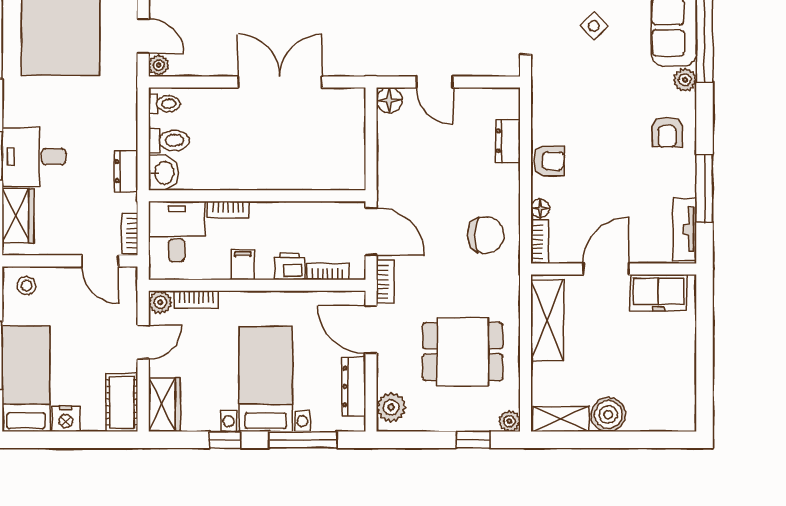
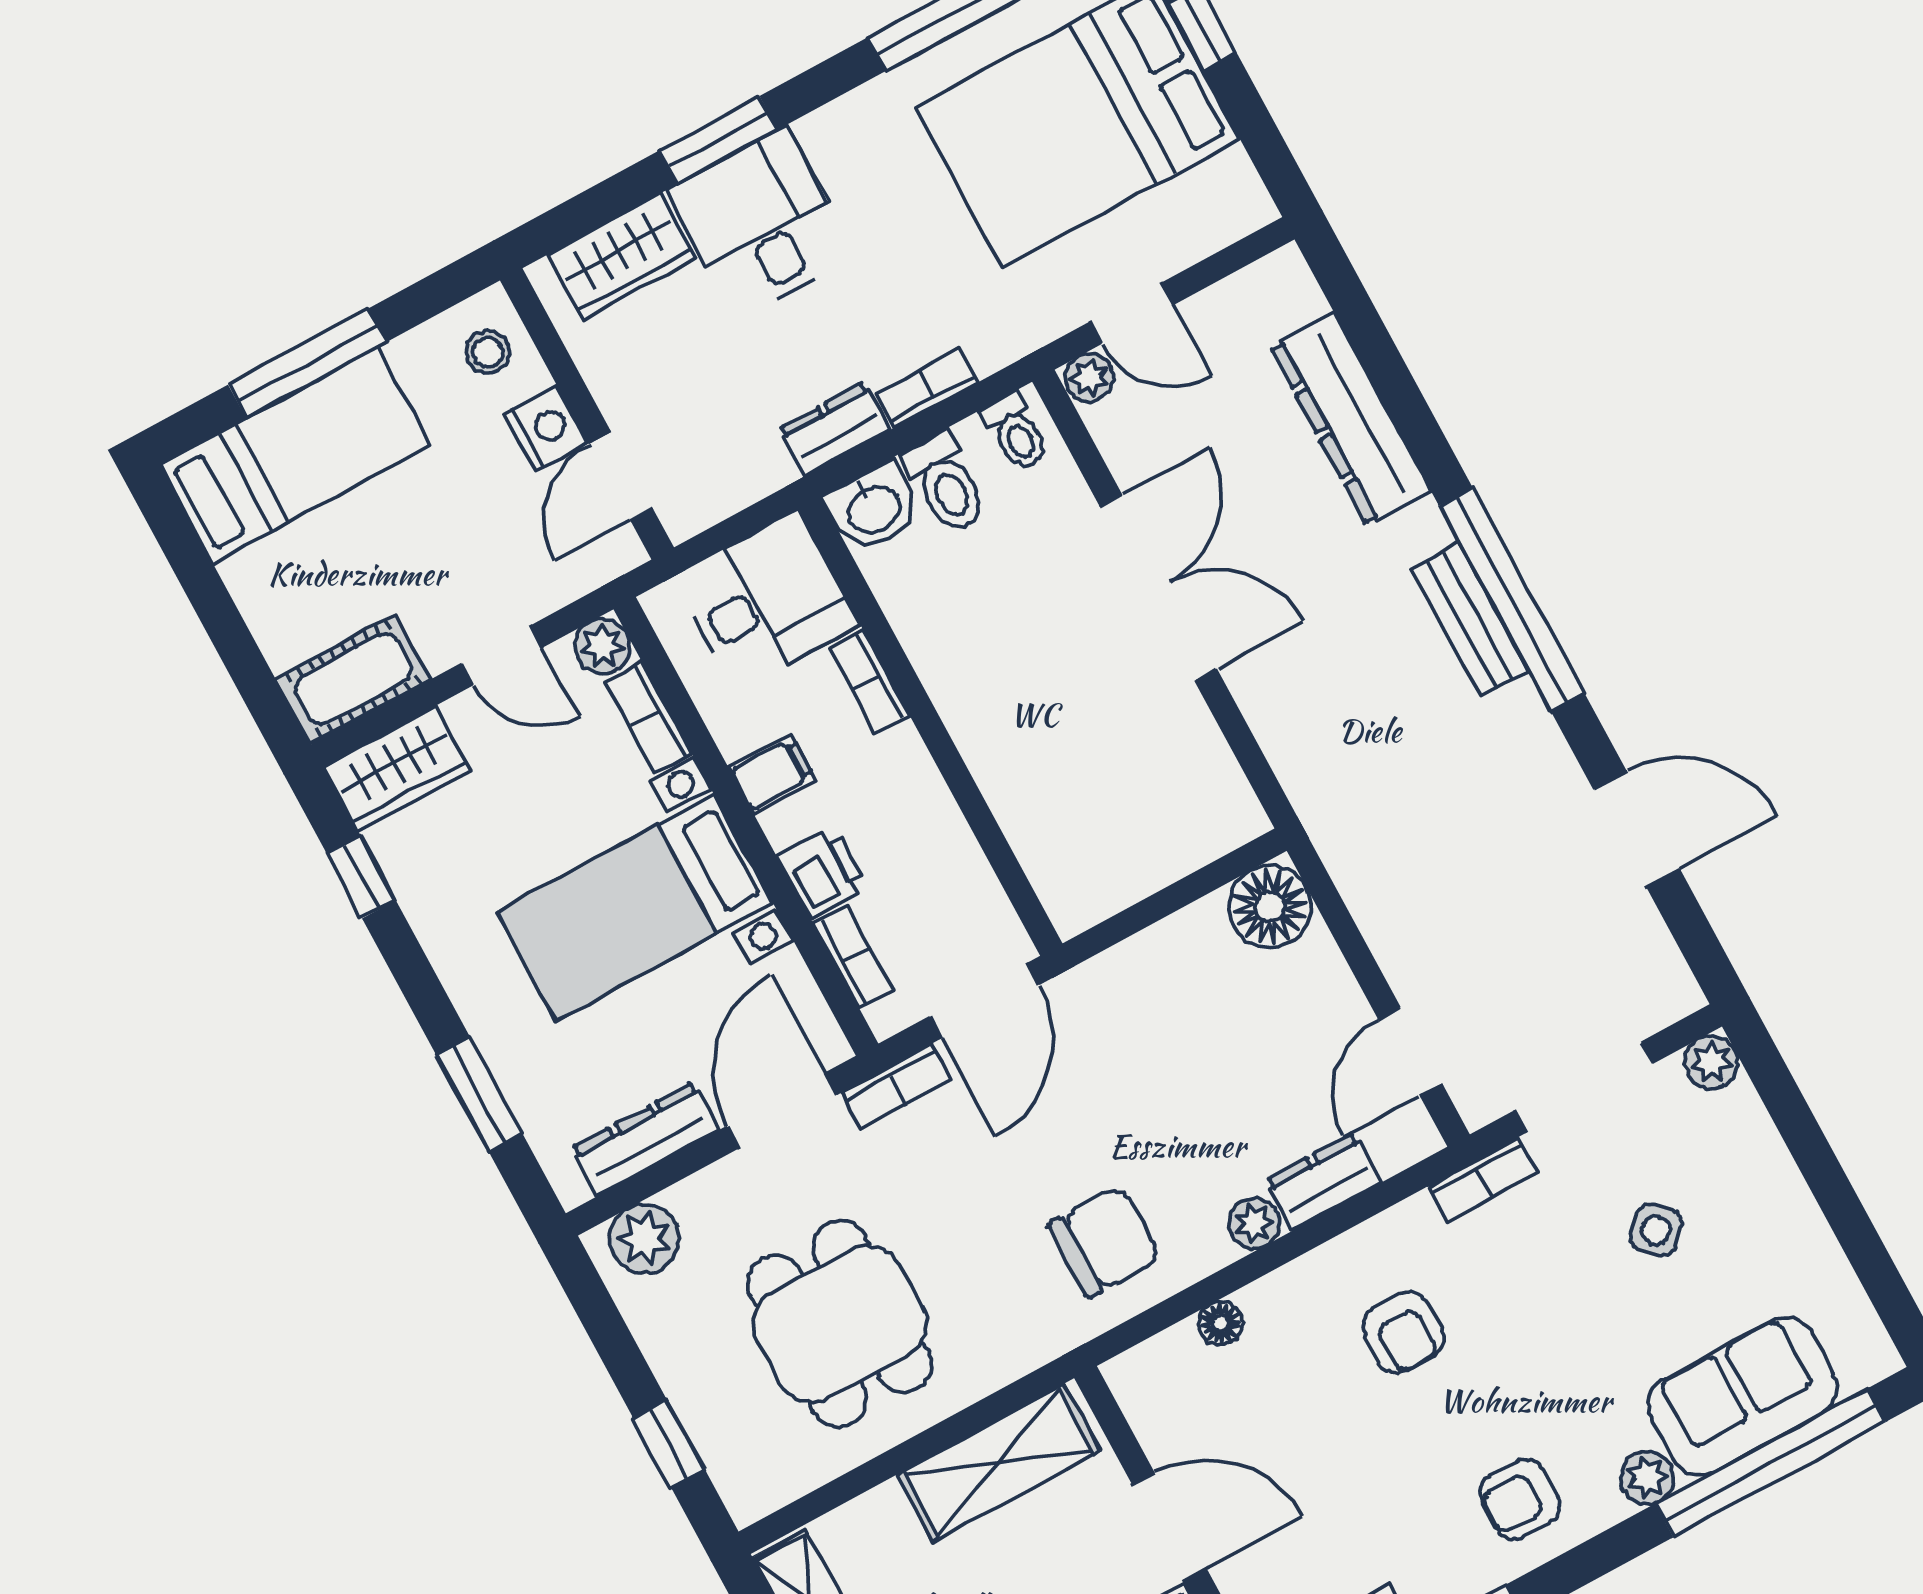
door: (143, 36) -> (1132, 313), hinge flipped
double door: (280, 82) -> (1158, 588), moved
door: (435, 82) -> (1410, 1051), moved
floor lamp: (389, 100) -> (1270, 907), width x1.38, depth x1.38
armchair: (549, 161) -> (1403, 1333), moved
bookcase: (130, 233) -> (928, 388), moved
chair: (486, 235) -> (1105, 1241), turned -90
bookcase: (540, 242) -> (1483, 1180), moved
bed with nightstands: (266, 379) -> (635, 907), moved, turned 180
nightstand: (66, 419) -> (546, 428), moved, turned 180
plant: (509, 421) -> (1254, 1223), moved
window: (225, 440) -> (361, 877), moved
window: (303, 440) -> (479, 1094), width x0.69

